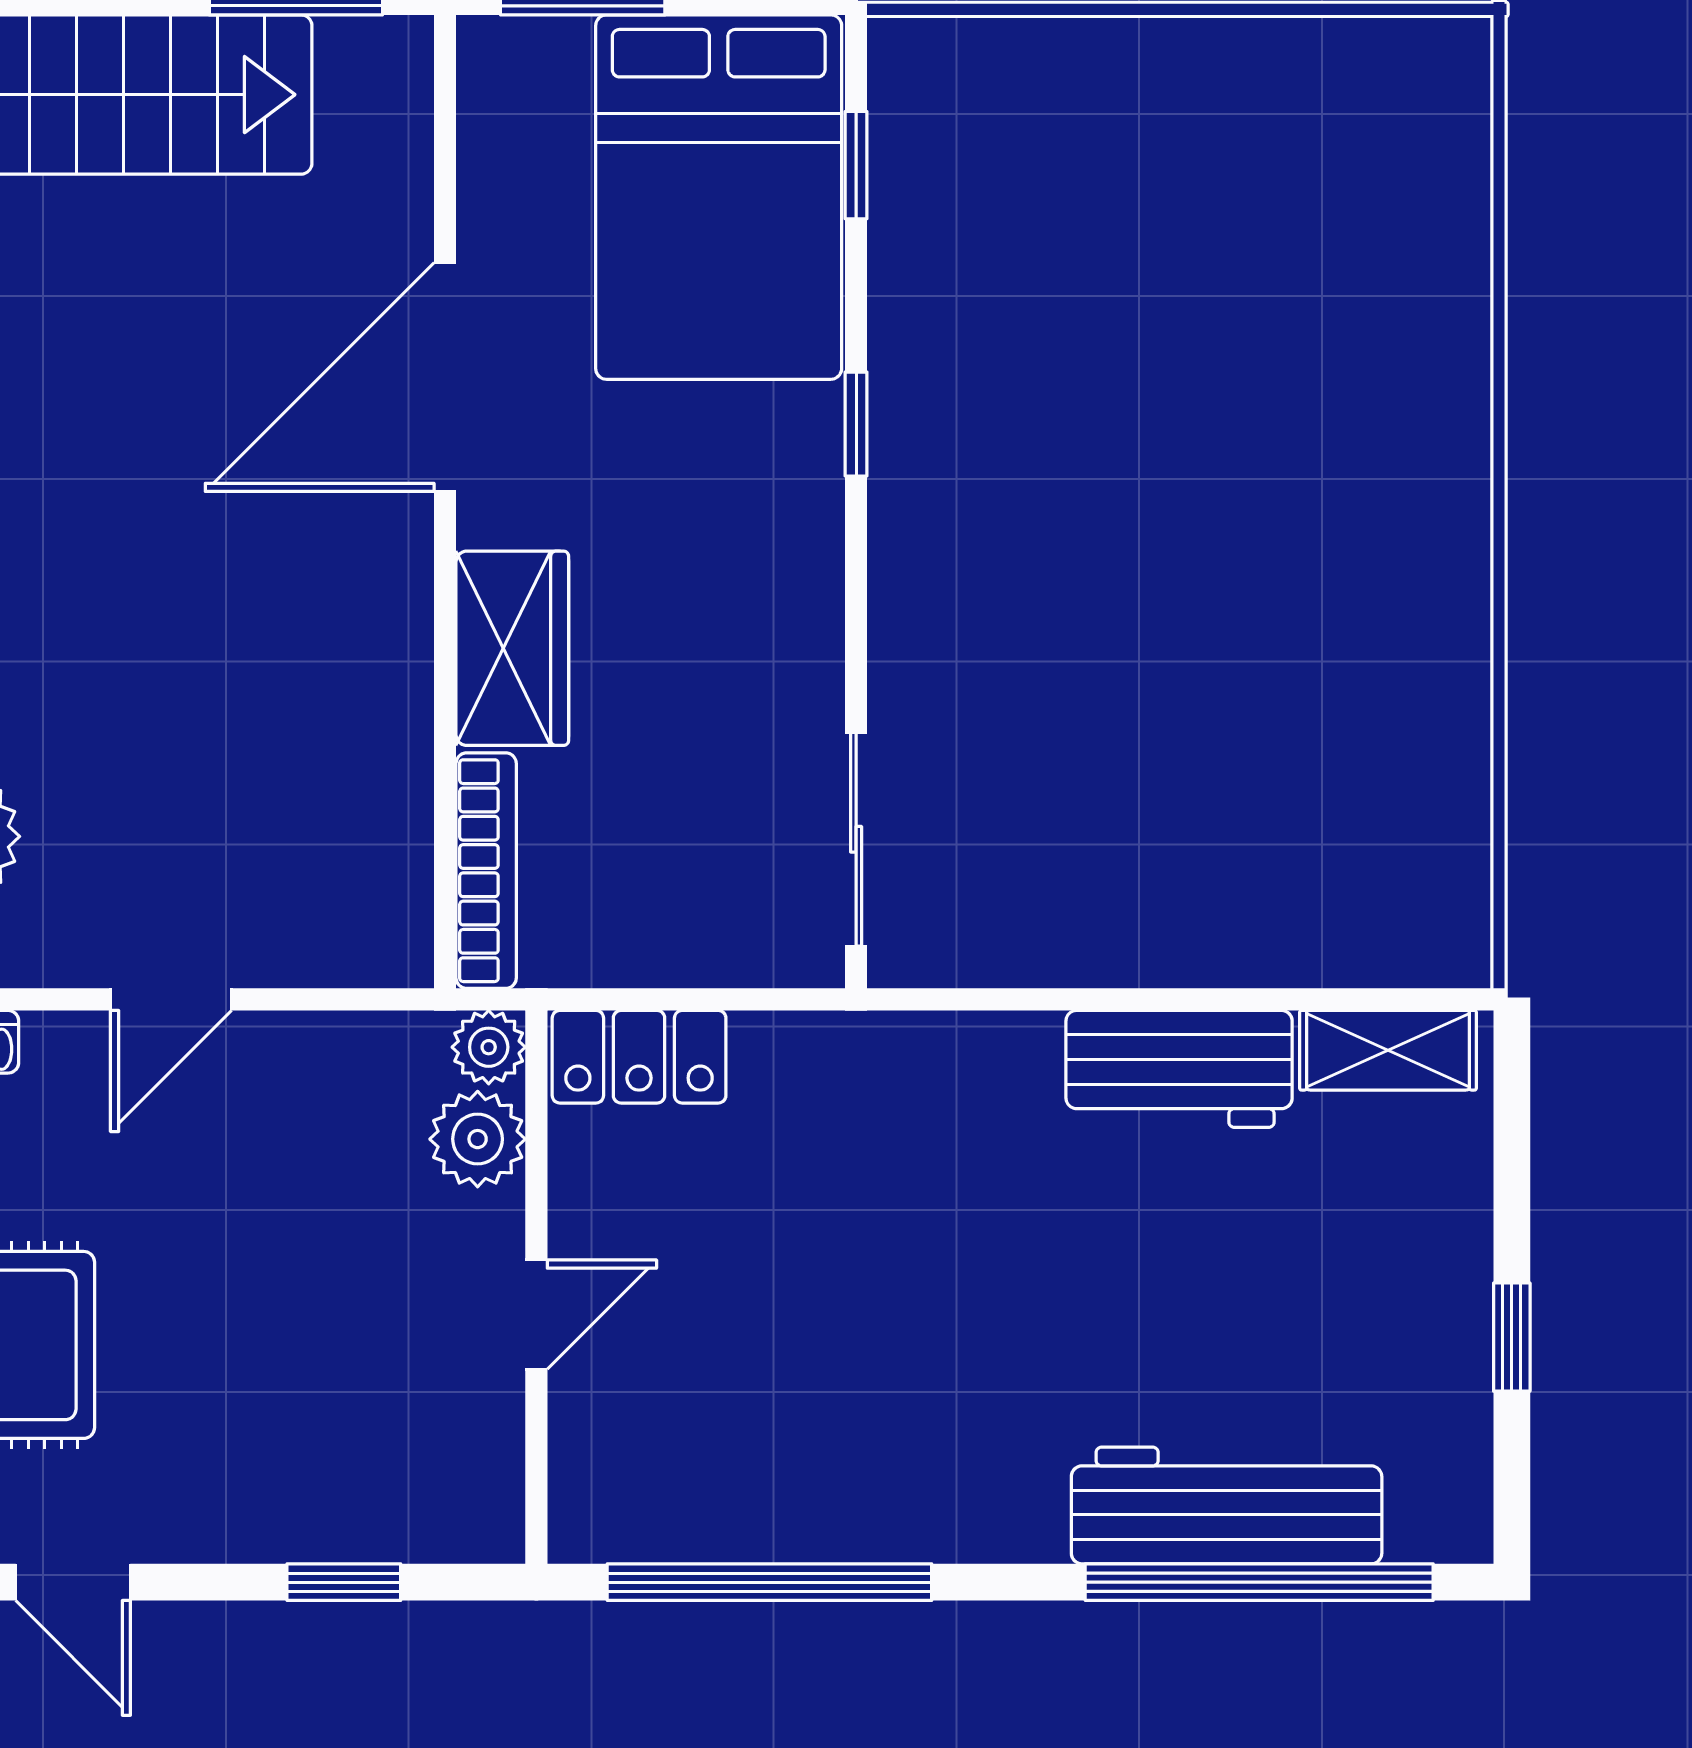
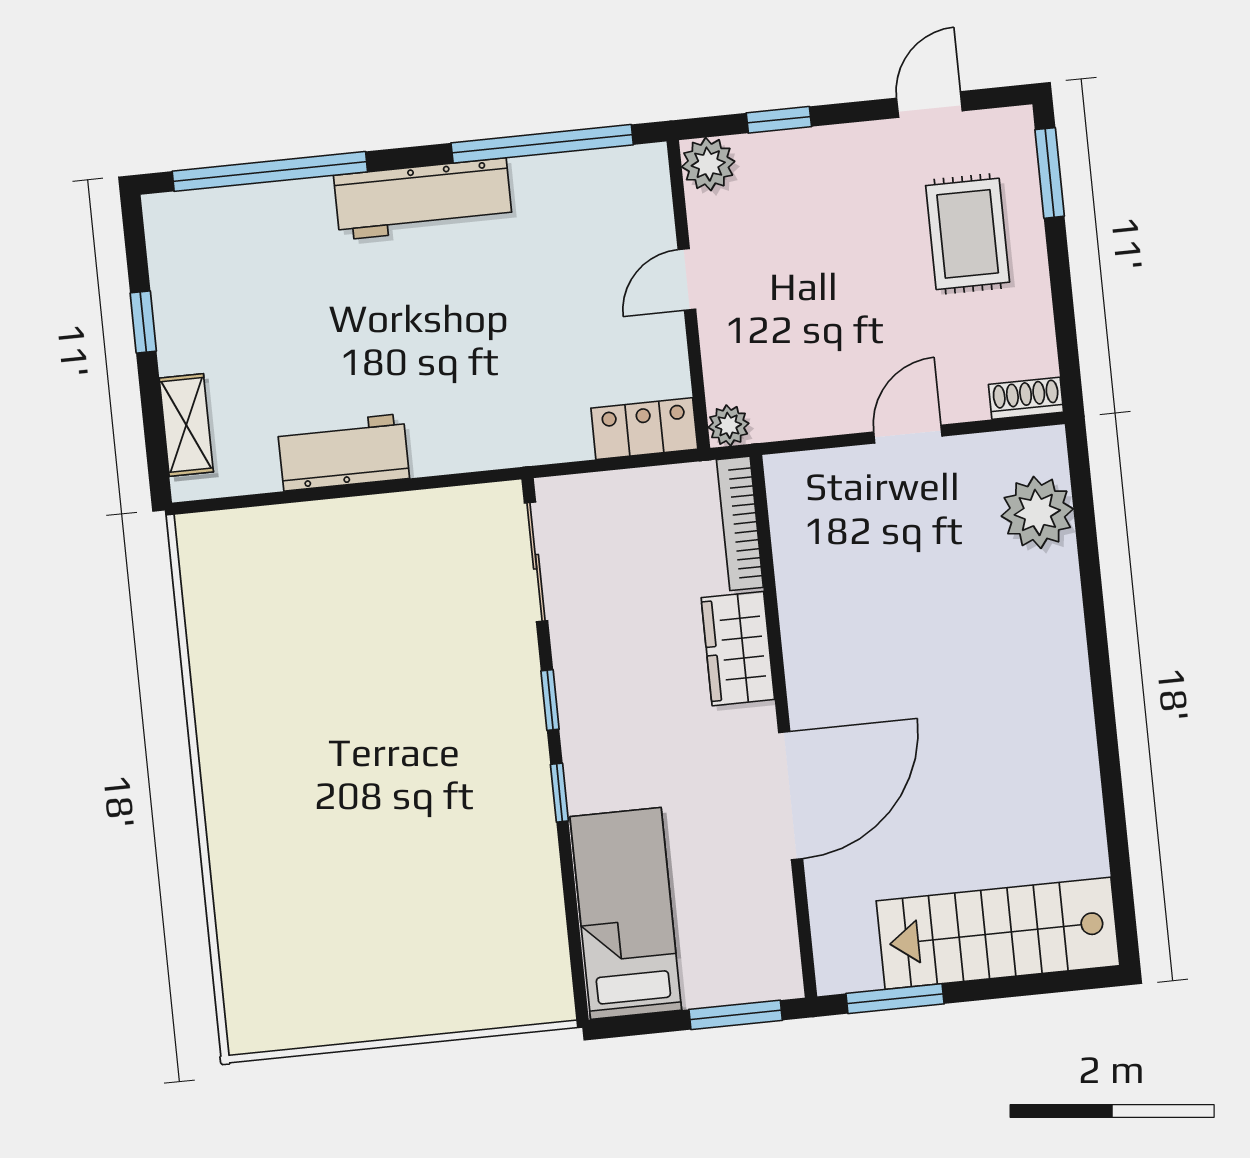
window: (856, 165) -> (550, 700), moved
bed: (719, 197) -> (626, 913), width x0.67
shelving: (1388, 1050) -> (186, 425), moved, turned 90
plant: (478, 1139) -> (708, 164), moved
workbench: (1227, 1506) -> (423, 199), moved
door: (73, 1582) -> (929, 104), hinge flipped

